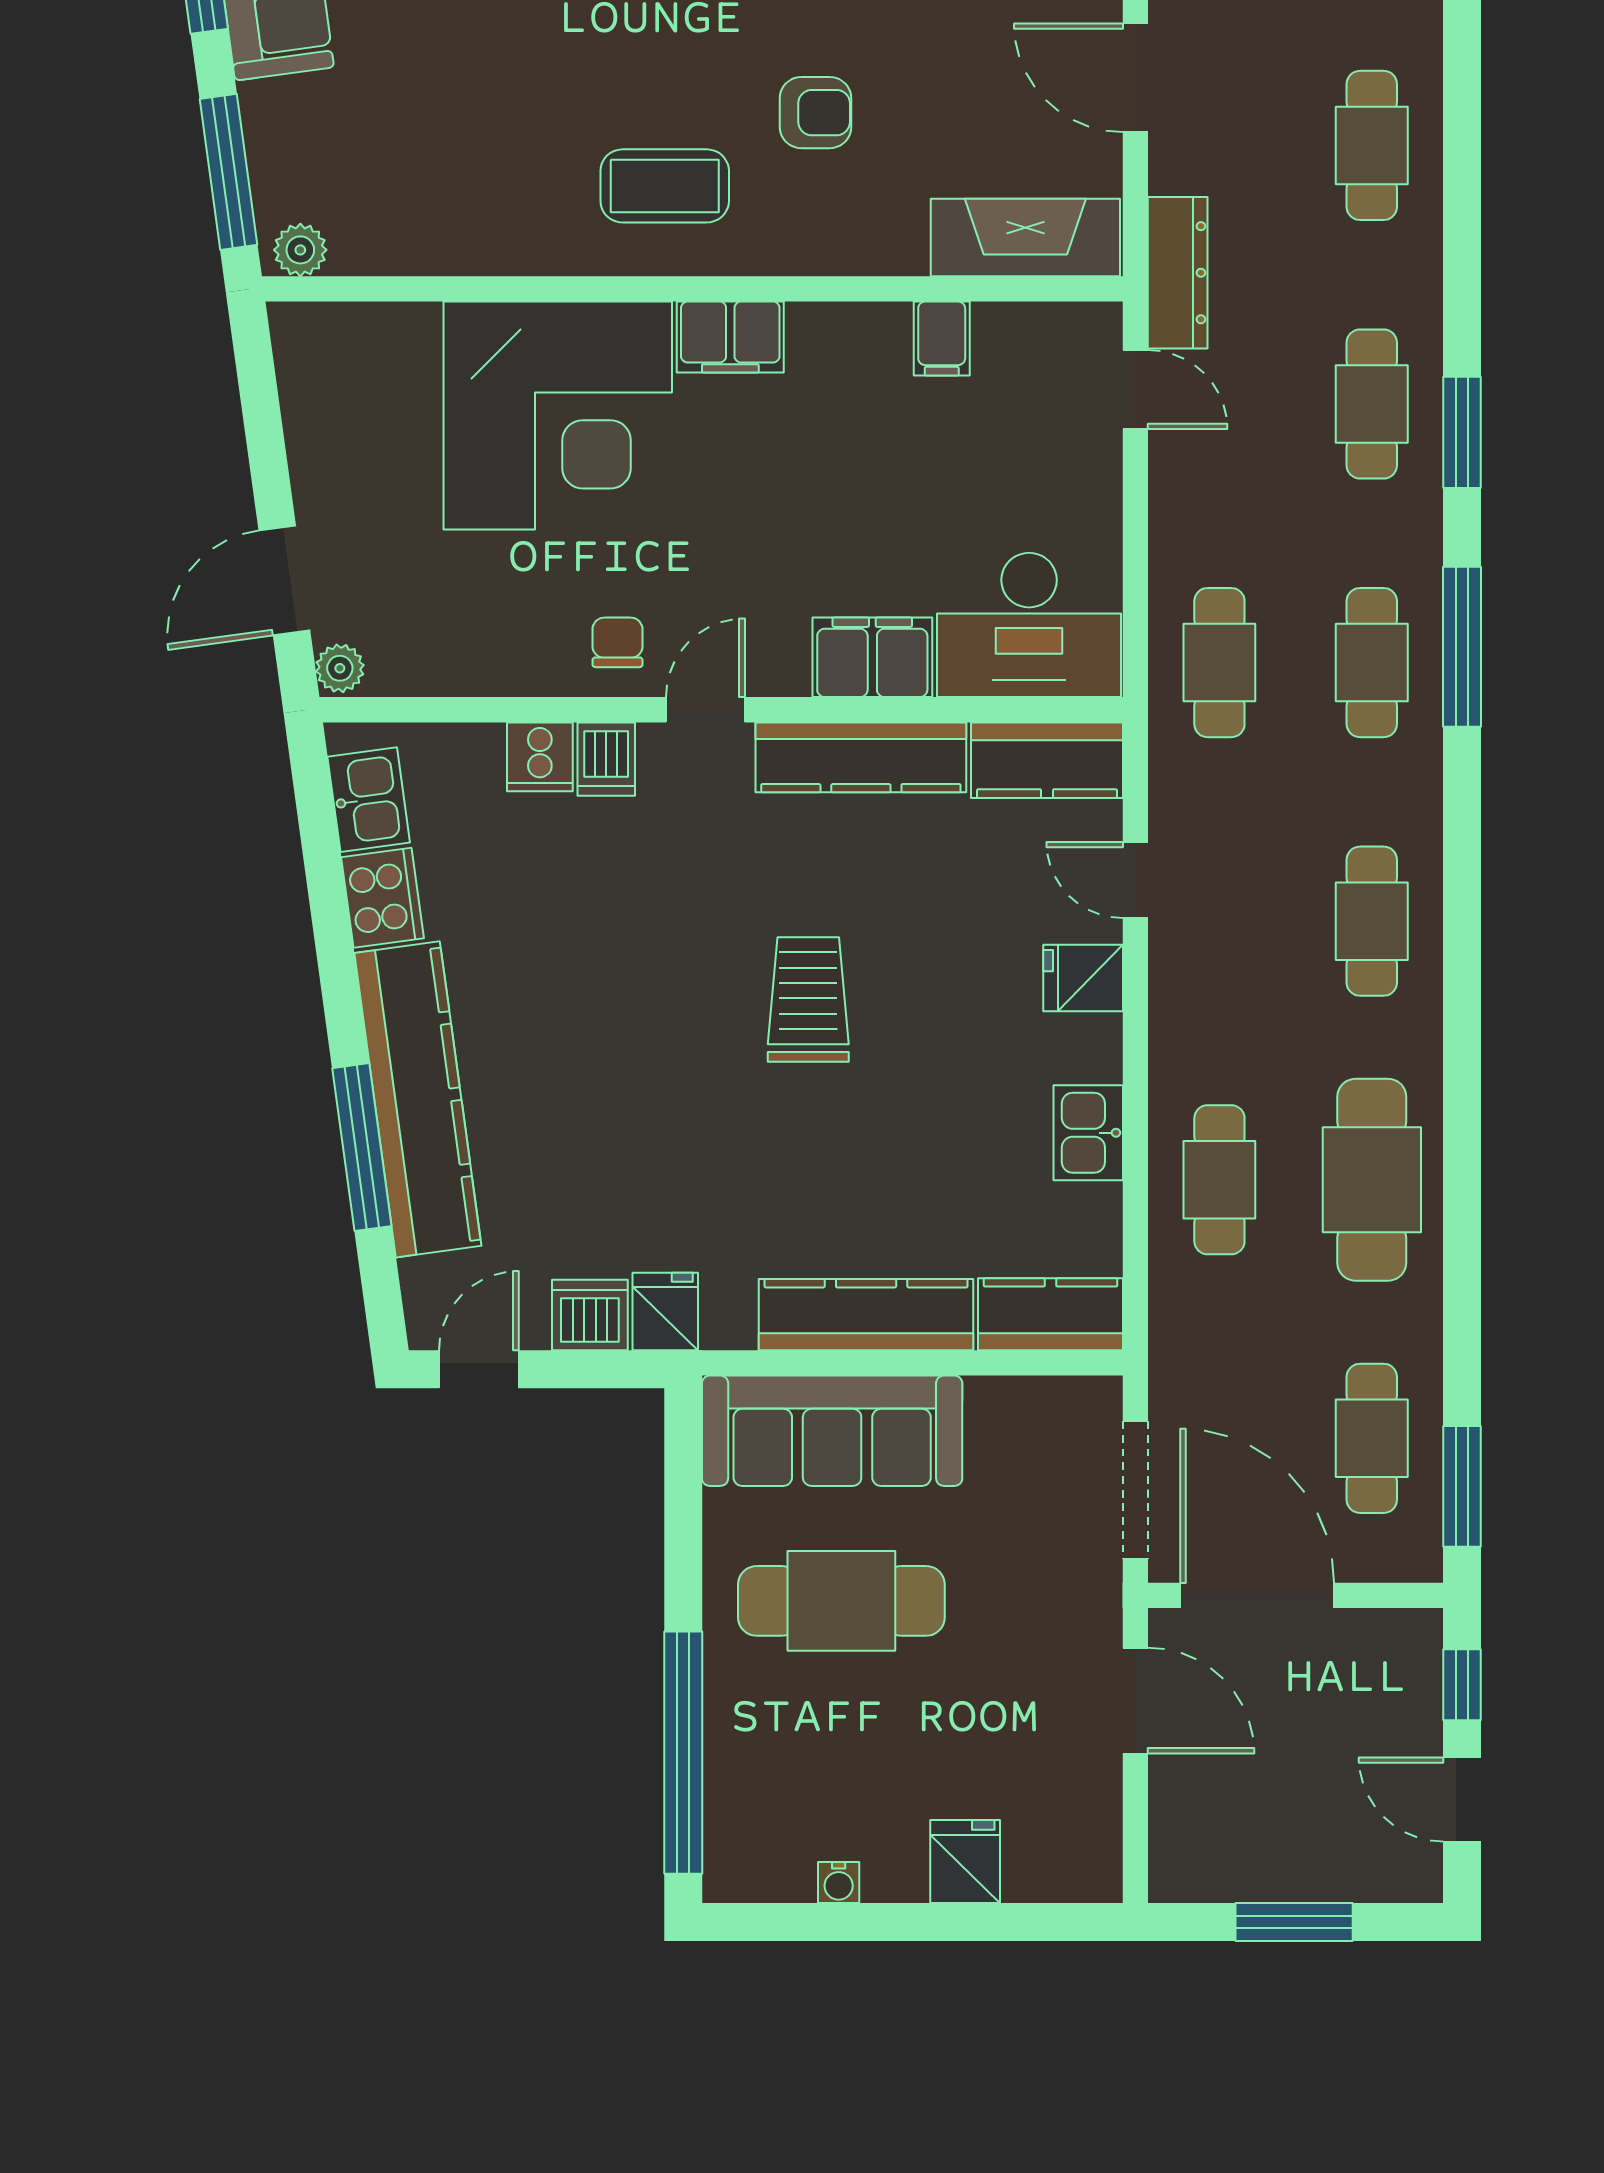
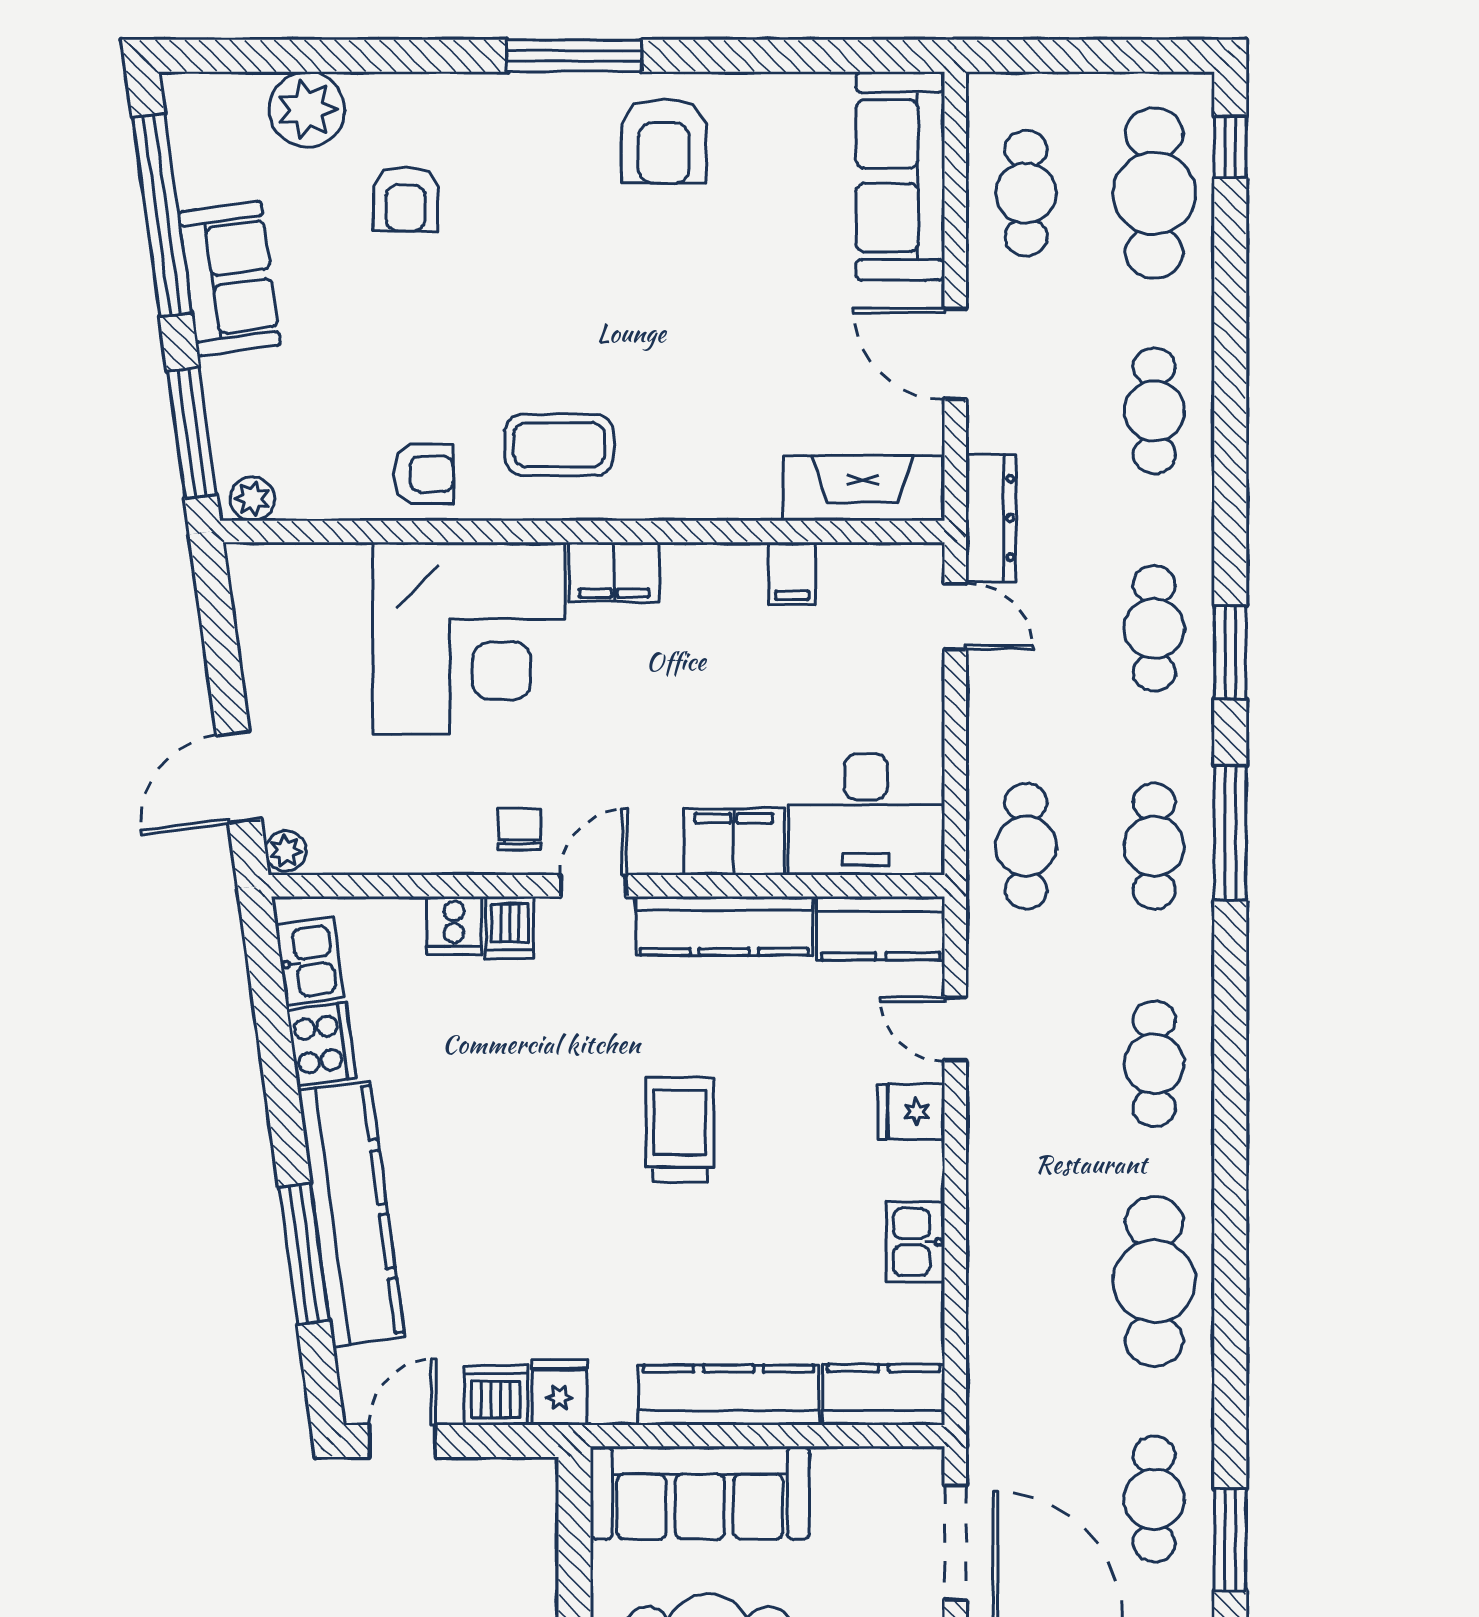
armchair: (816, 113) -> (423, 474), moved
cafe table: (1219, 1180) -> (1026, 1281), removed

